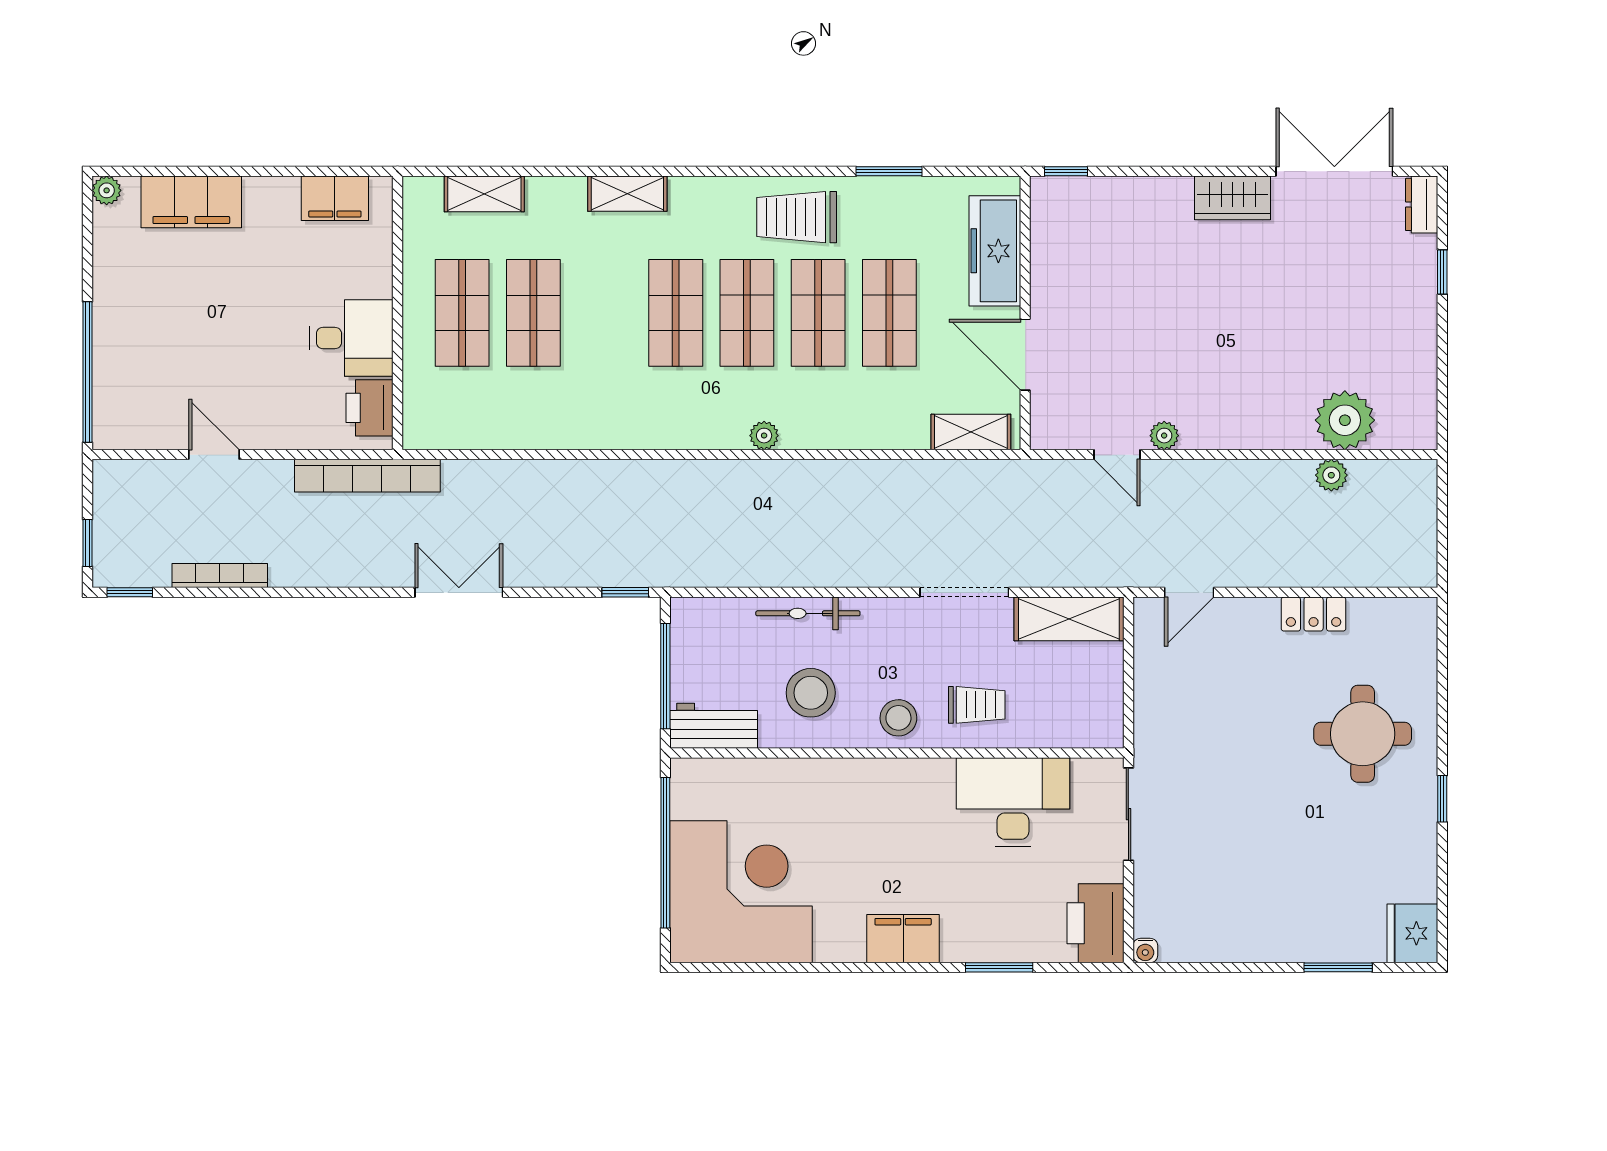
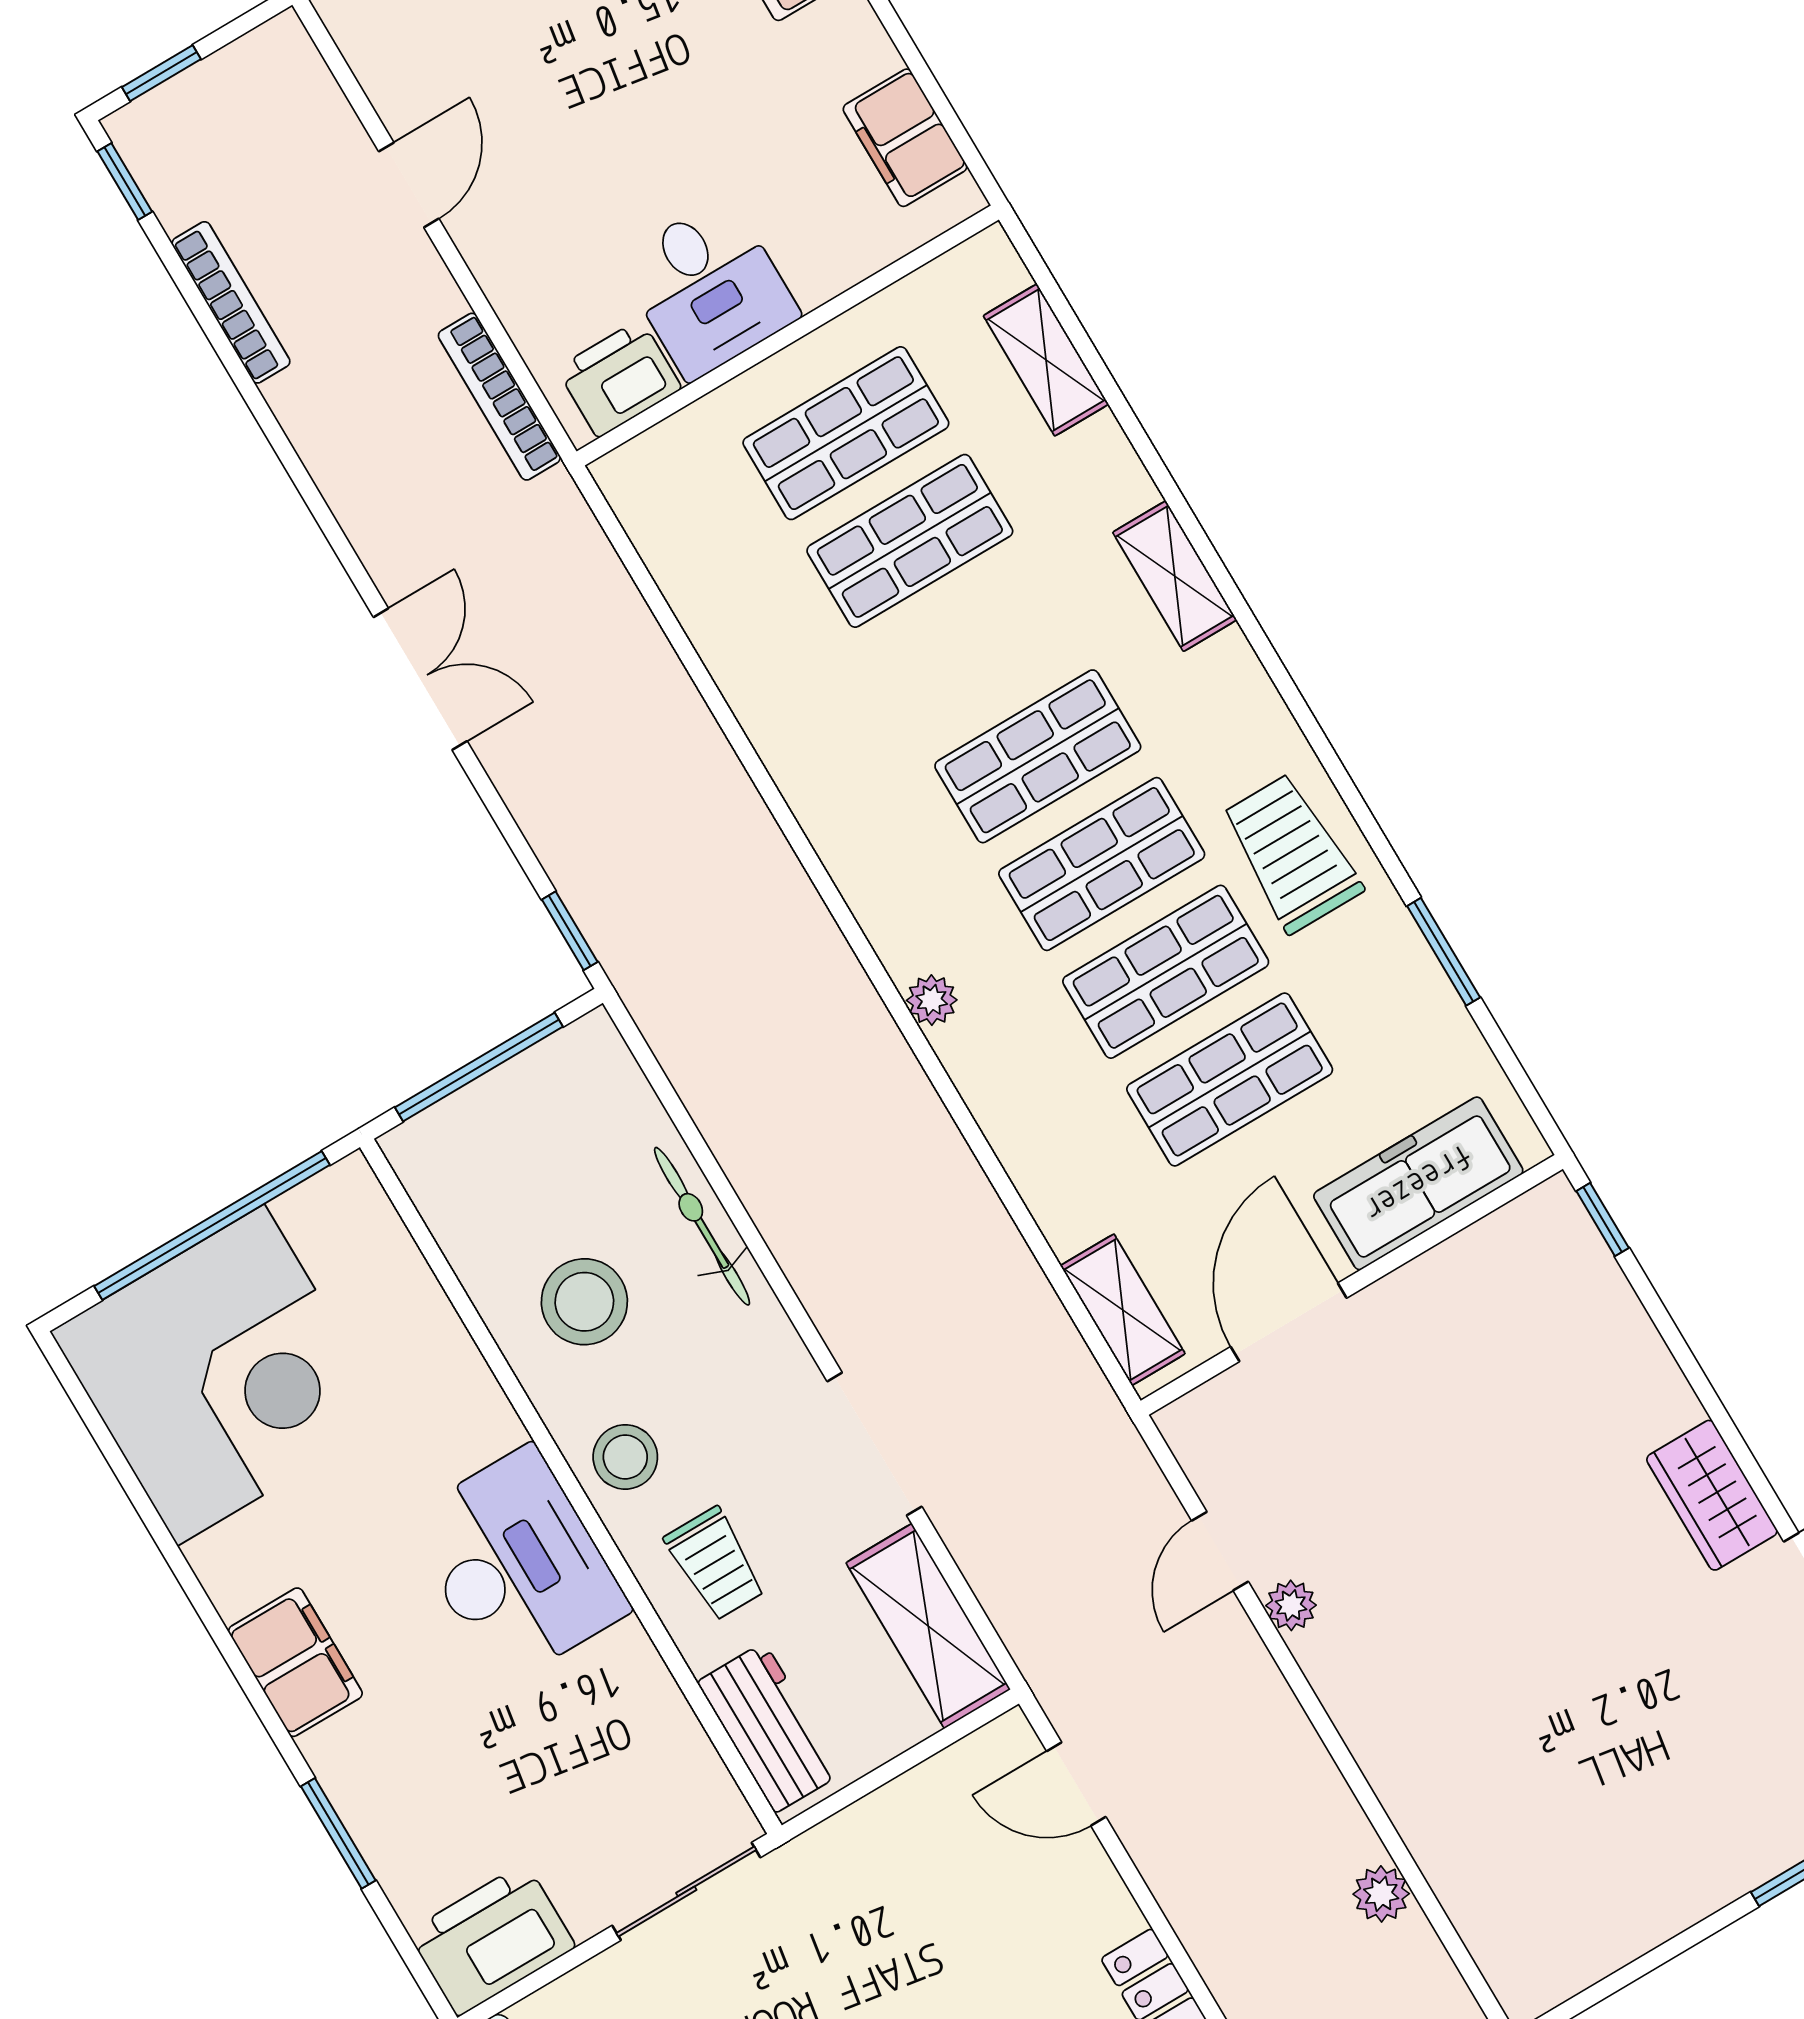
plant: (1345, 420) -> (1476, 1865), removed
bookcase: (367, 476) -> (499, 397), width x0.68, depth x0.76
workbench: (714, 726) -> (770, 1728), moved
desk: (1013, 802) -> (517, 1565), moved

